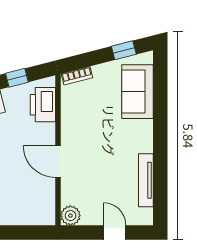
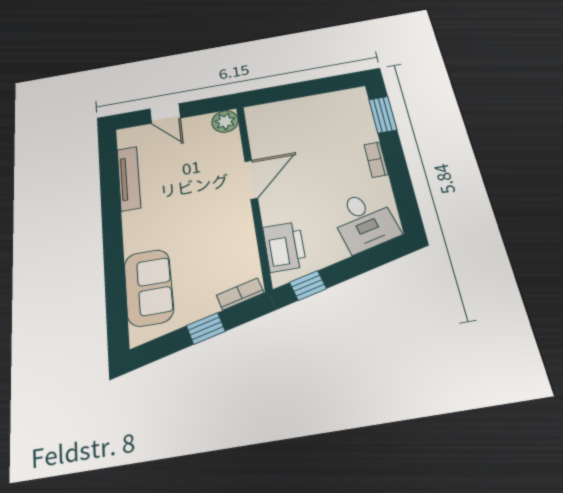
window: (124, 50) -> (206, 328), moved
window: (17, 78) -> (308, 285), moved
door: (58, 162) -> (251, 180), hinge flipped

